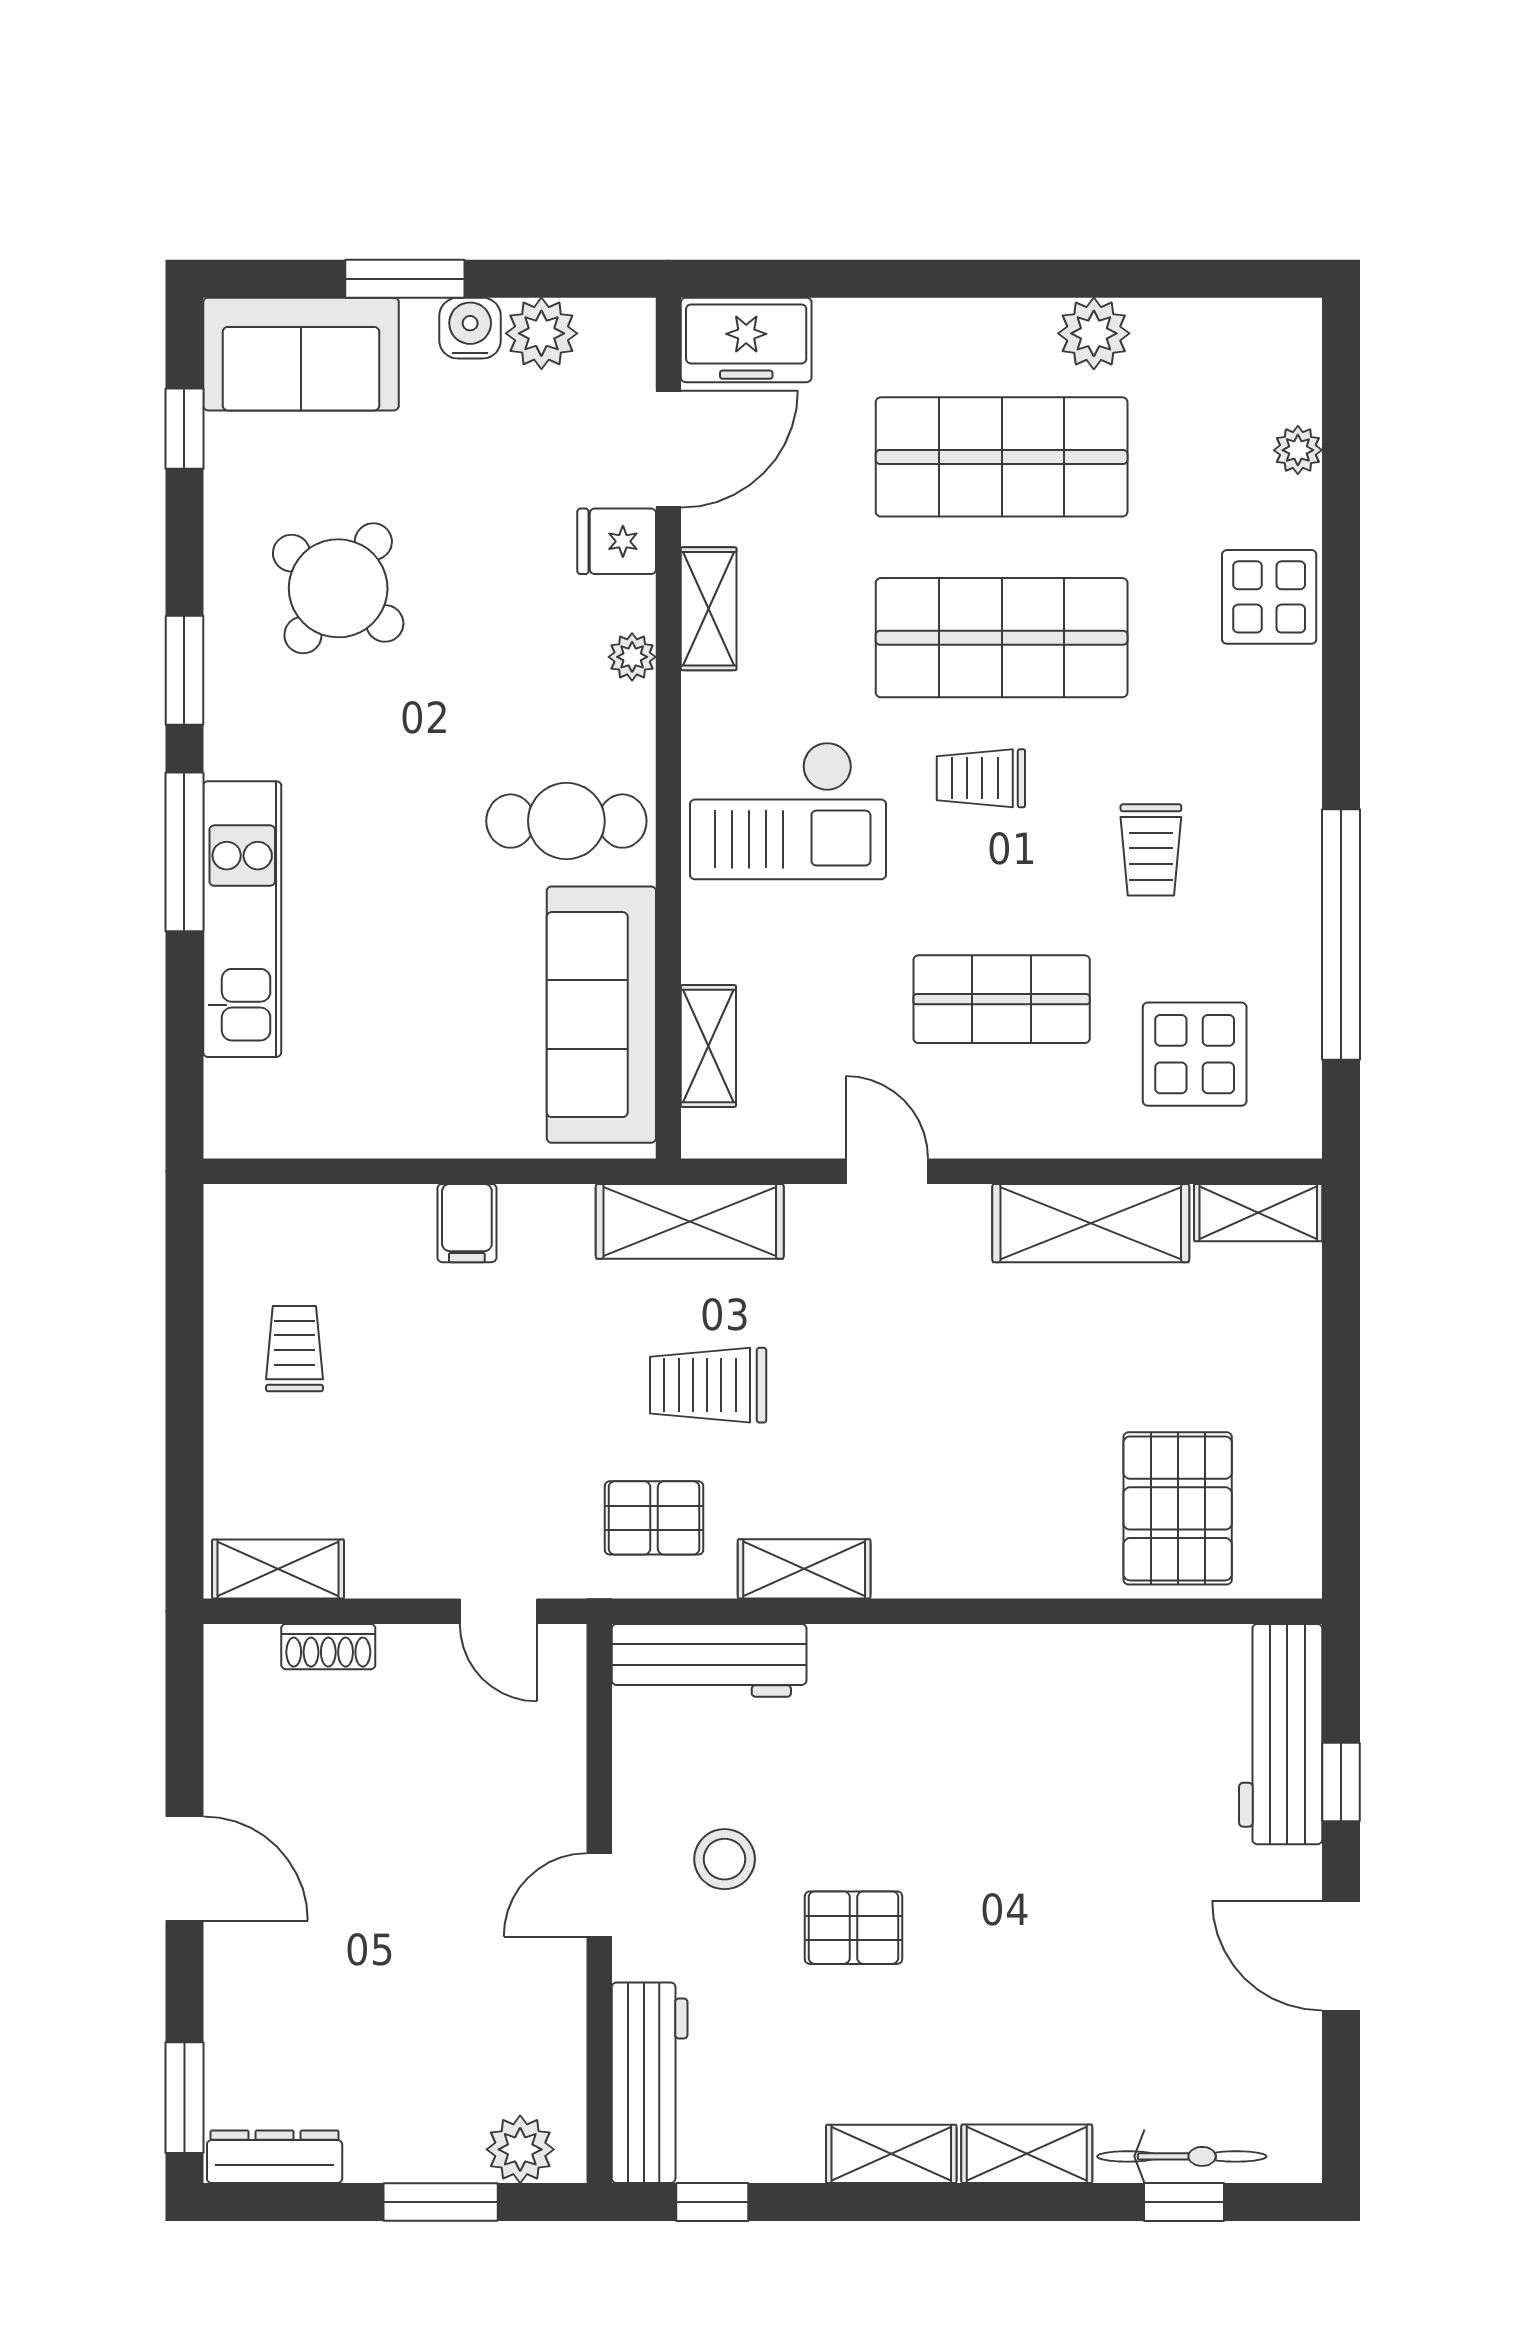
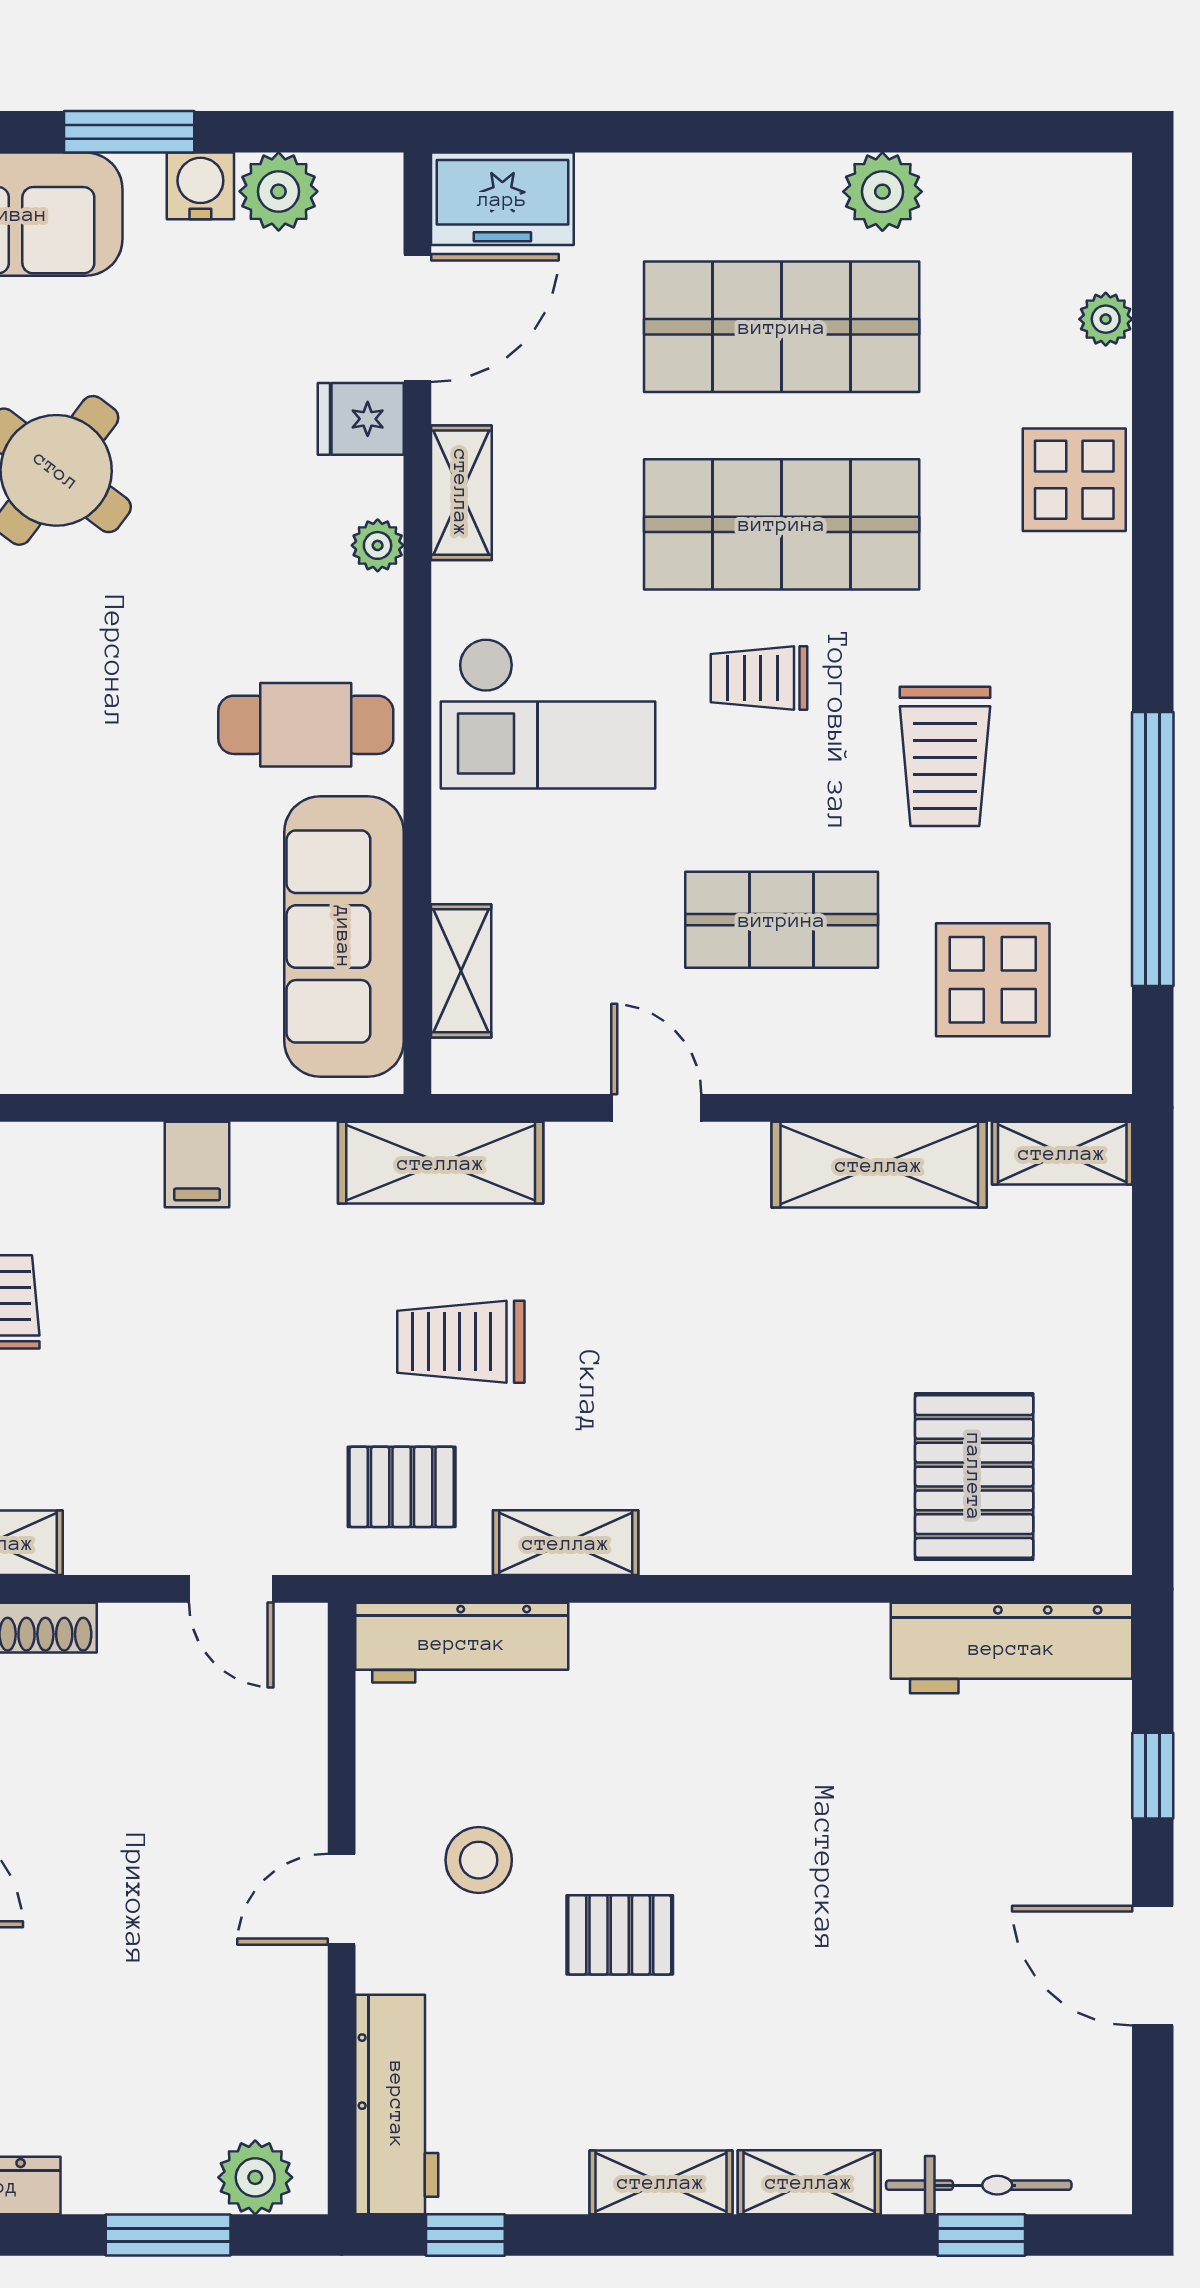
trolley: (1151, 850) -> (945, 756), width x1.36, depth x1.39
workbench: (1281, 1734) -> (1012, 1648), moved, turned -90

